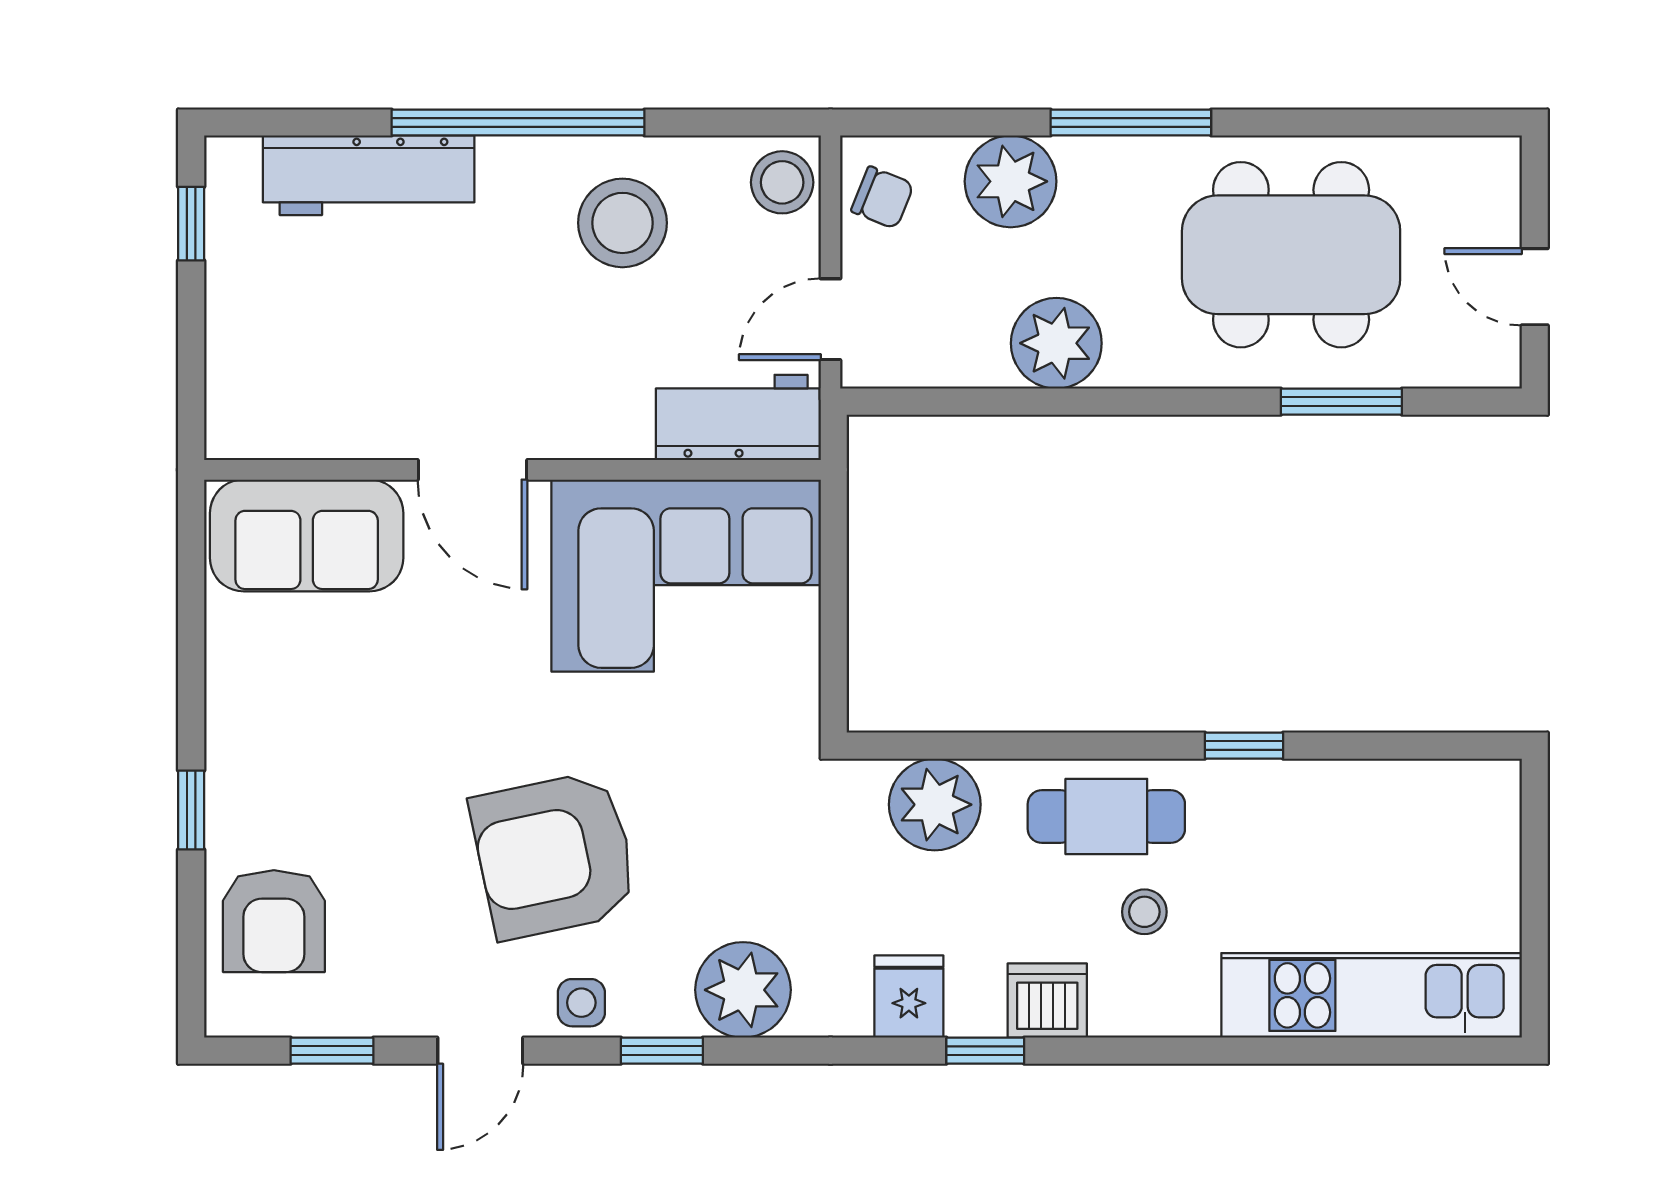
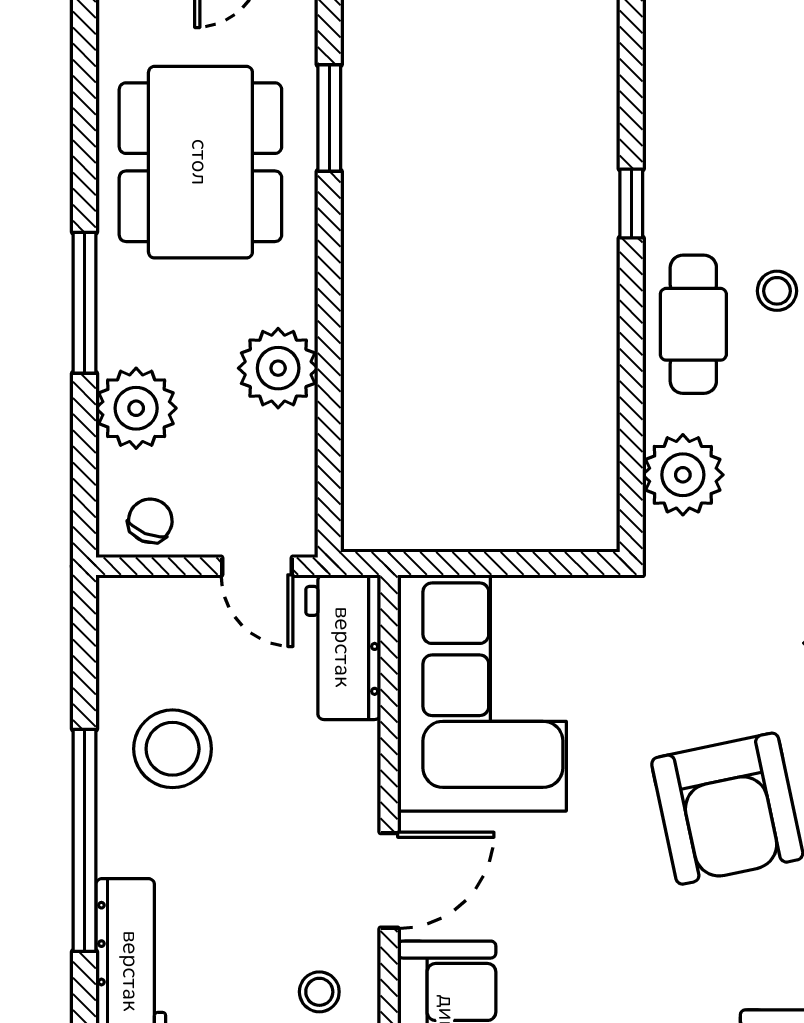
stool: (782, 182) -> (319, 992), moved, width x0.73, depth x0.73

